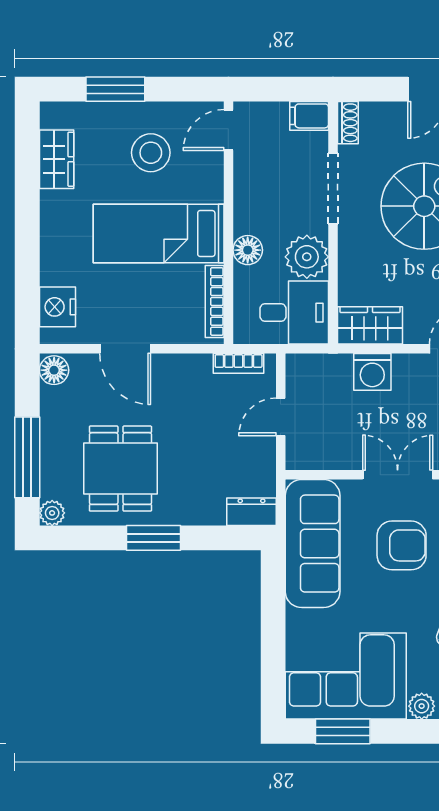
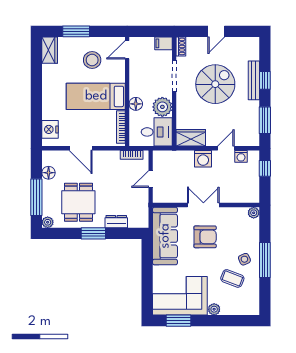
wardrobe: (57, 159) -> (50, 50), moved
floor lamp: (54, 370) -> (49, 173), moved
washing machine: (372, 372) -> (203, 159), moved
dresser: (251, 512) -> (116, 222), moved

